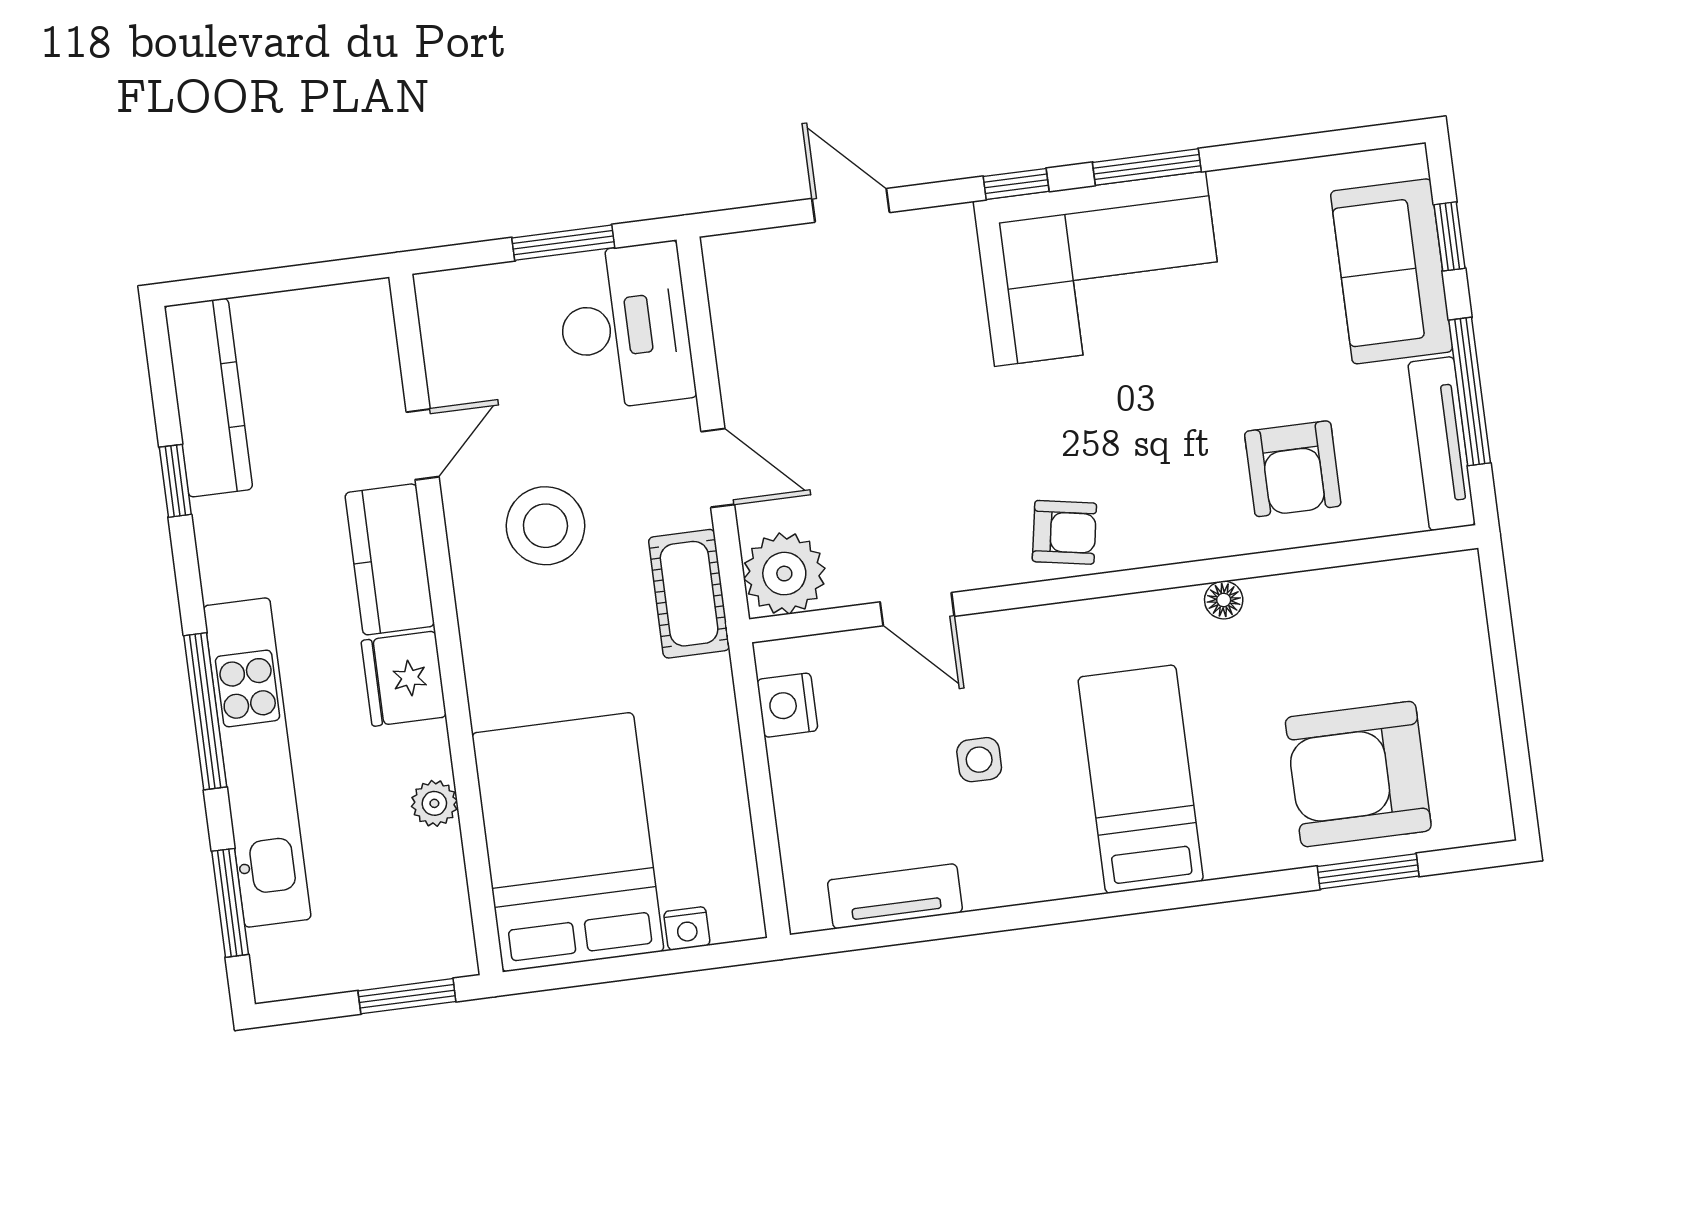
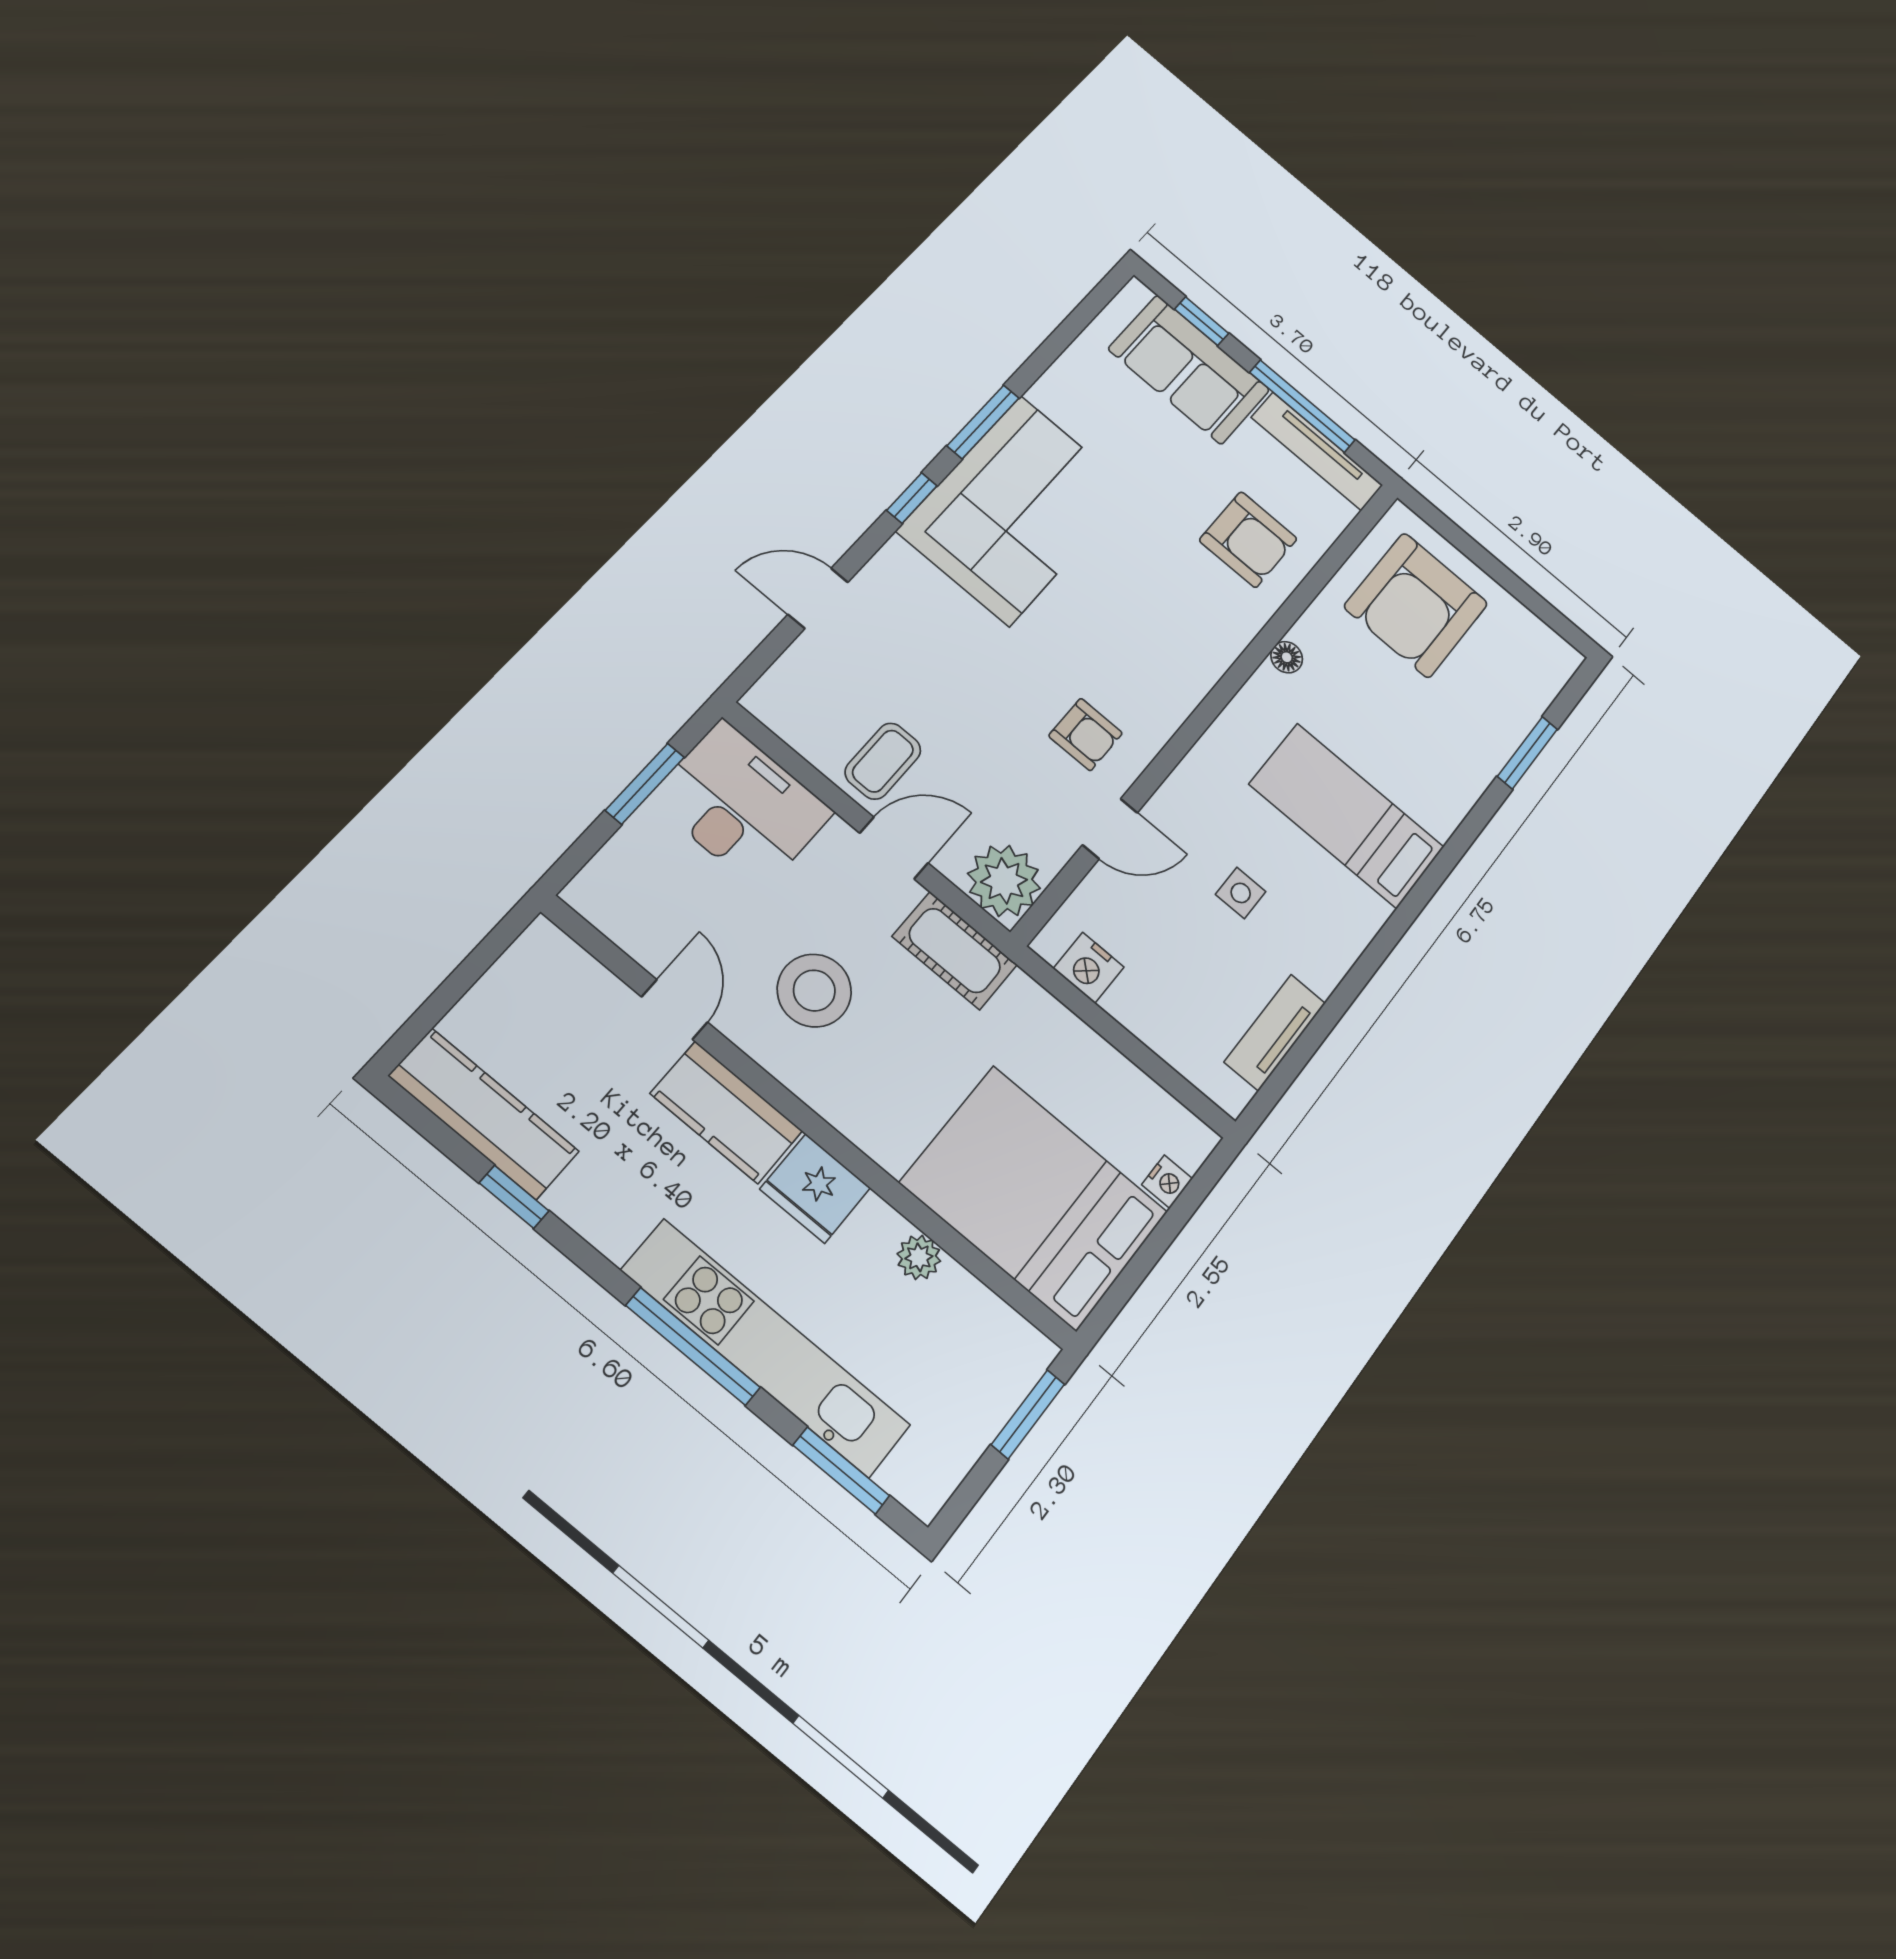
coffee table: (776, 389) -> (883, 761), added
armchair: (1064, 532) -> (1086, 734), moved, turned 80
armchair: (1358, 774) -> (1416, 605), moved

